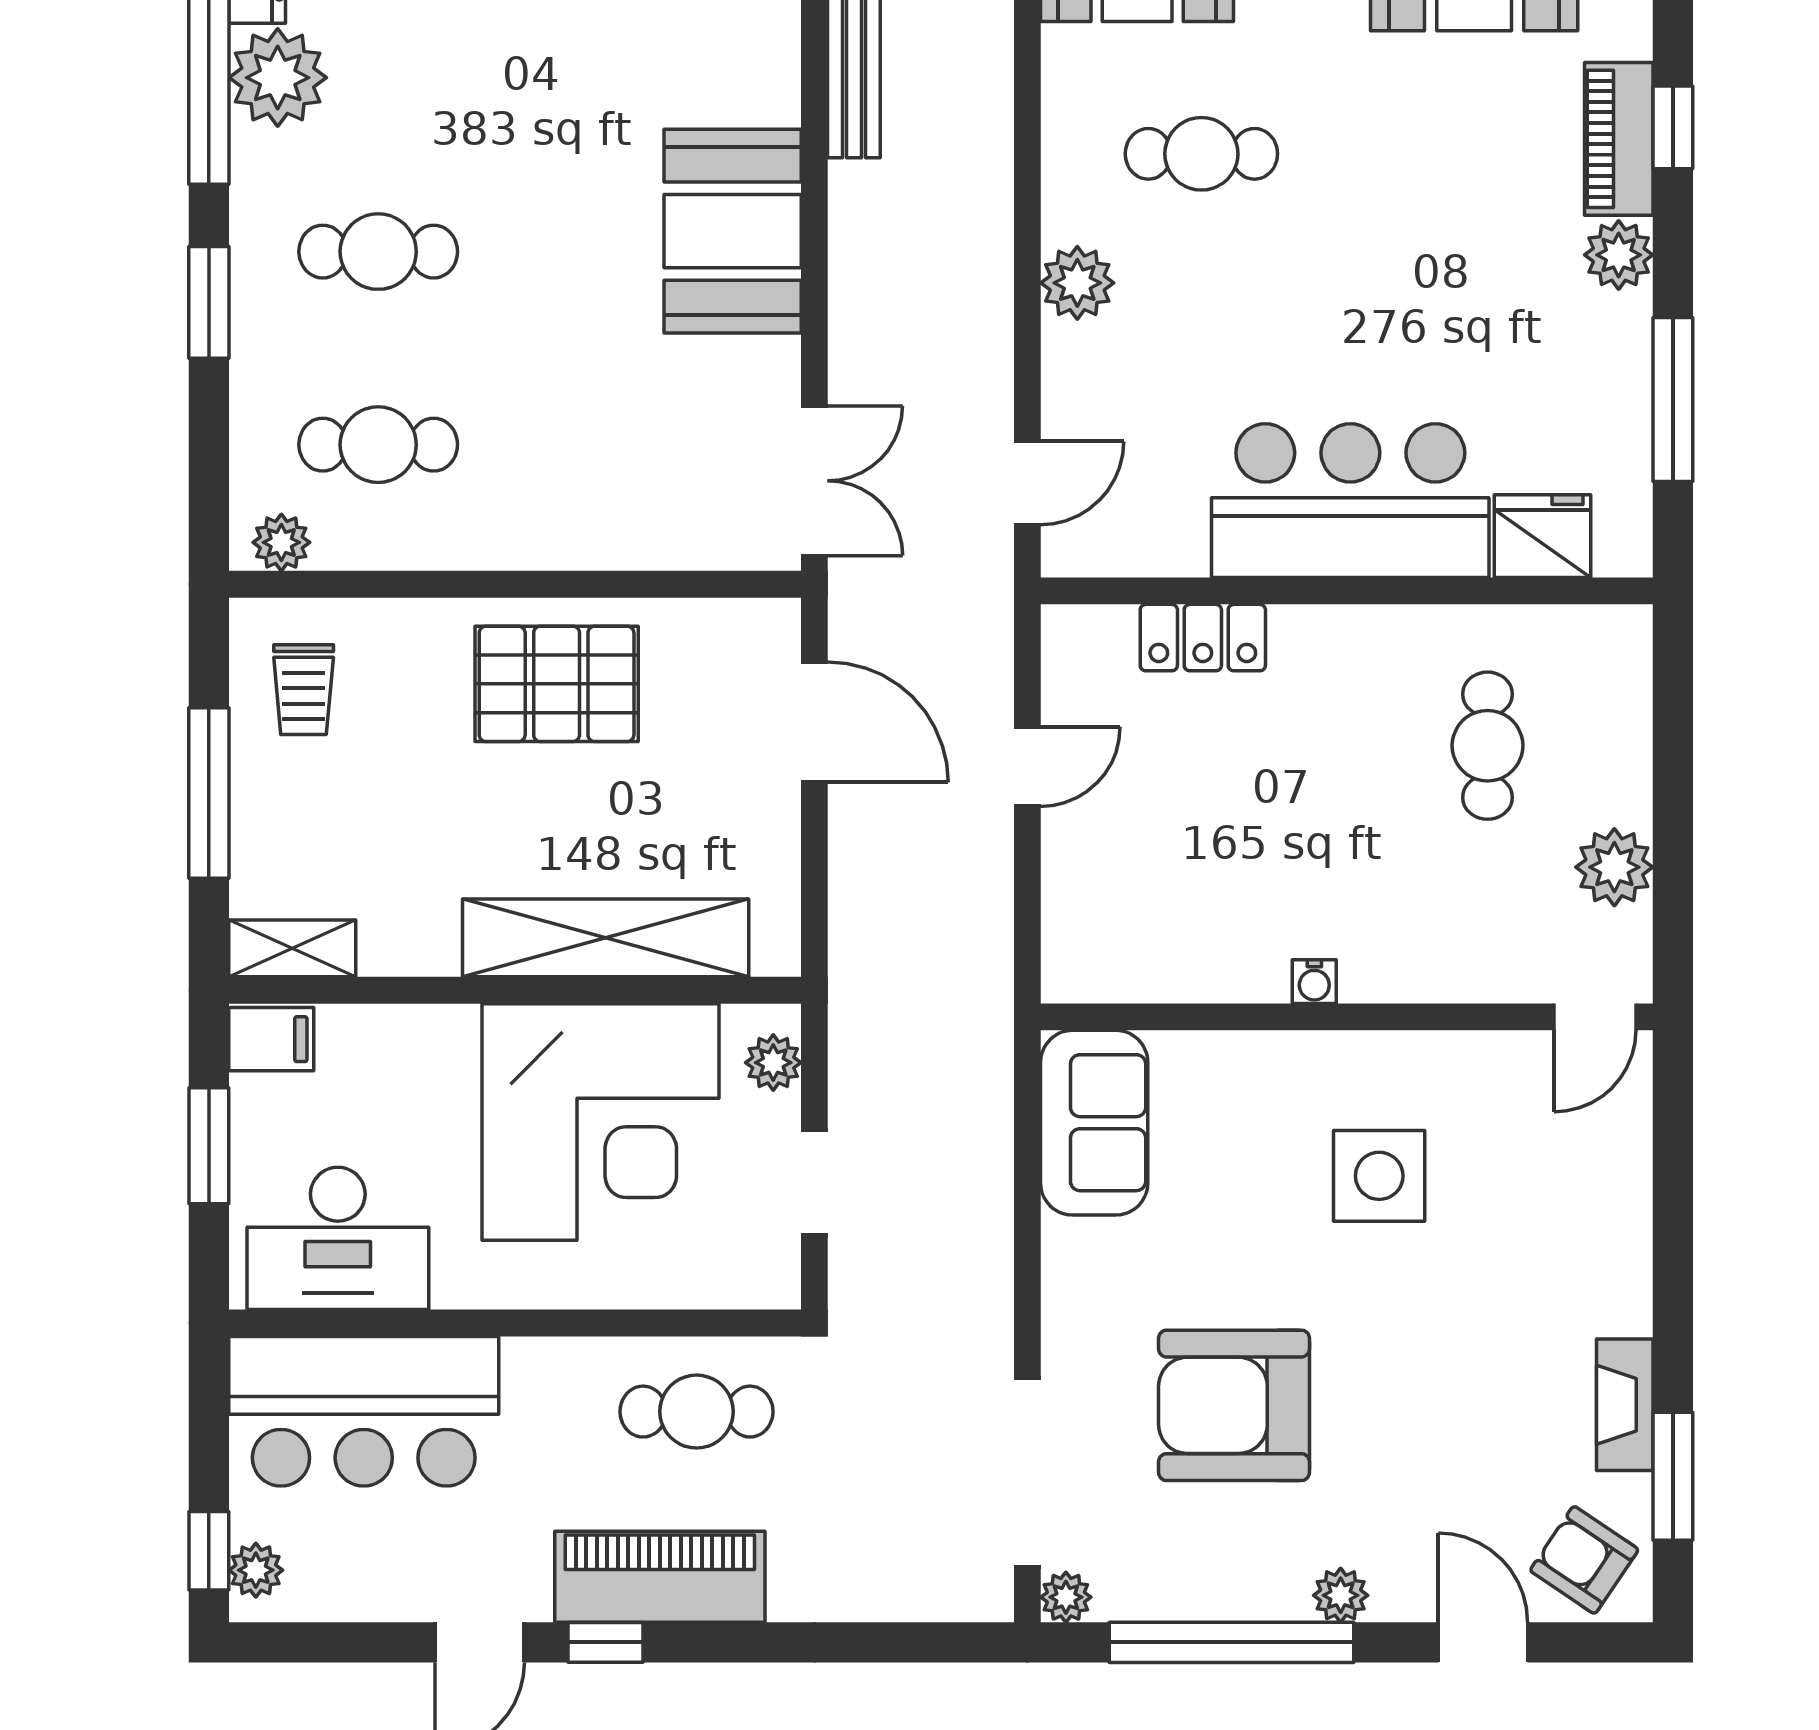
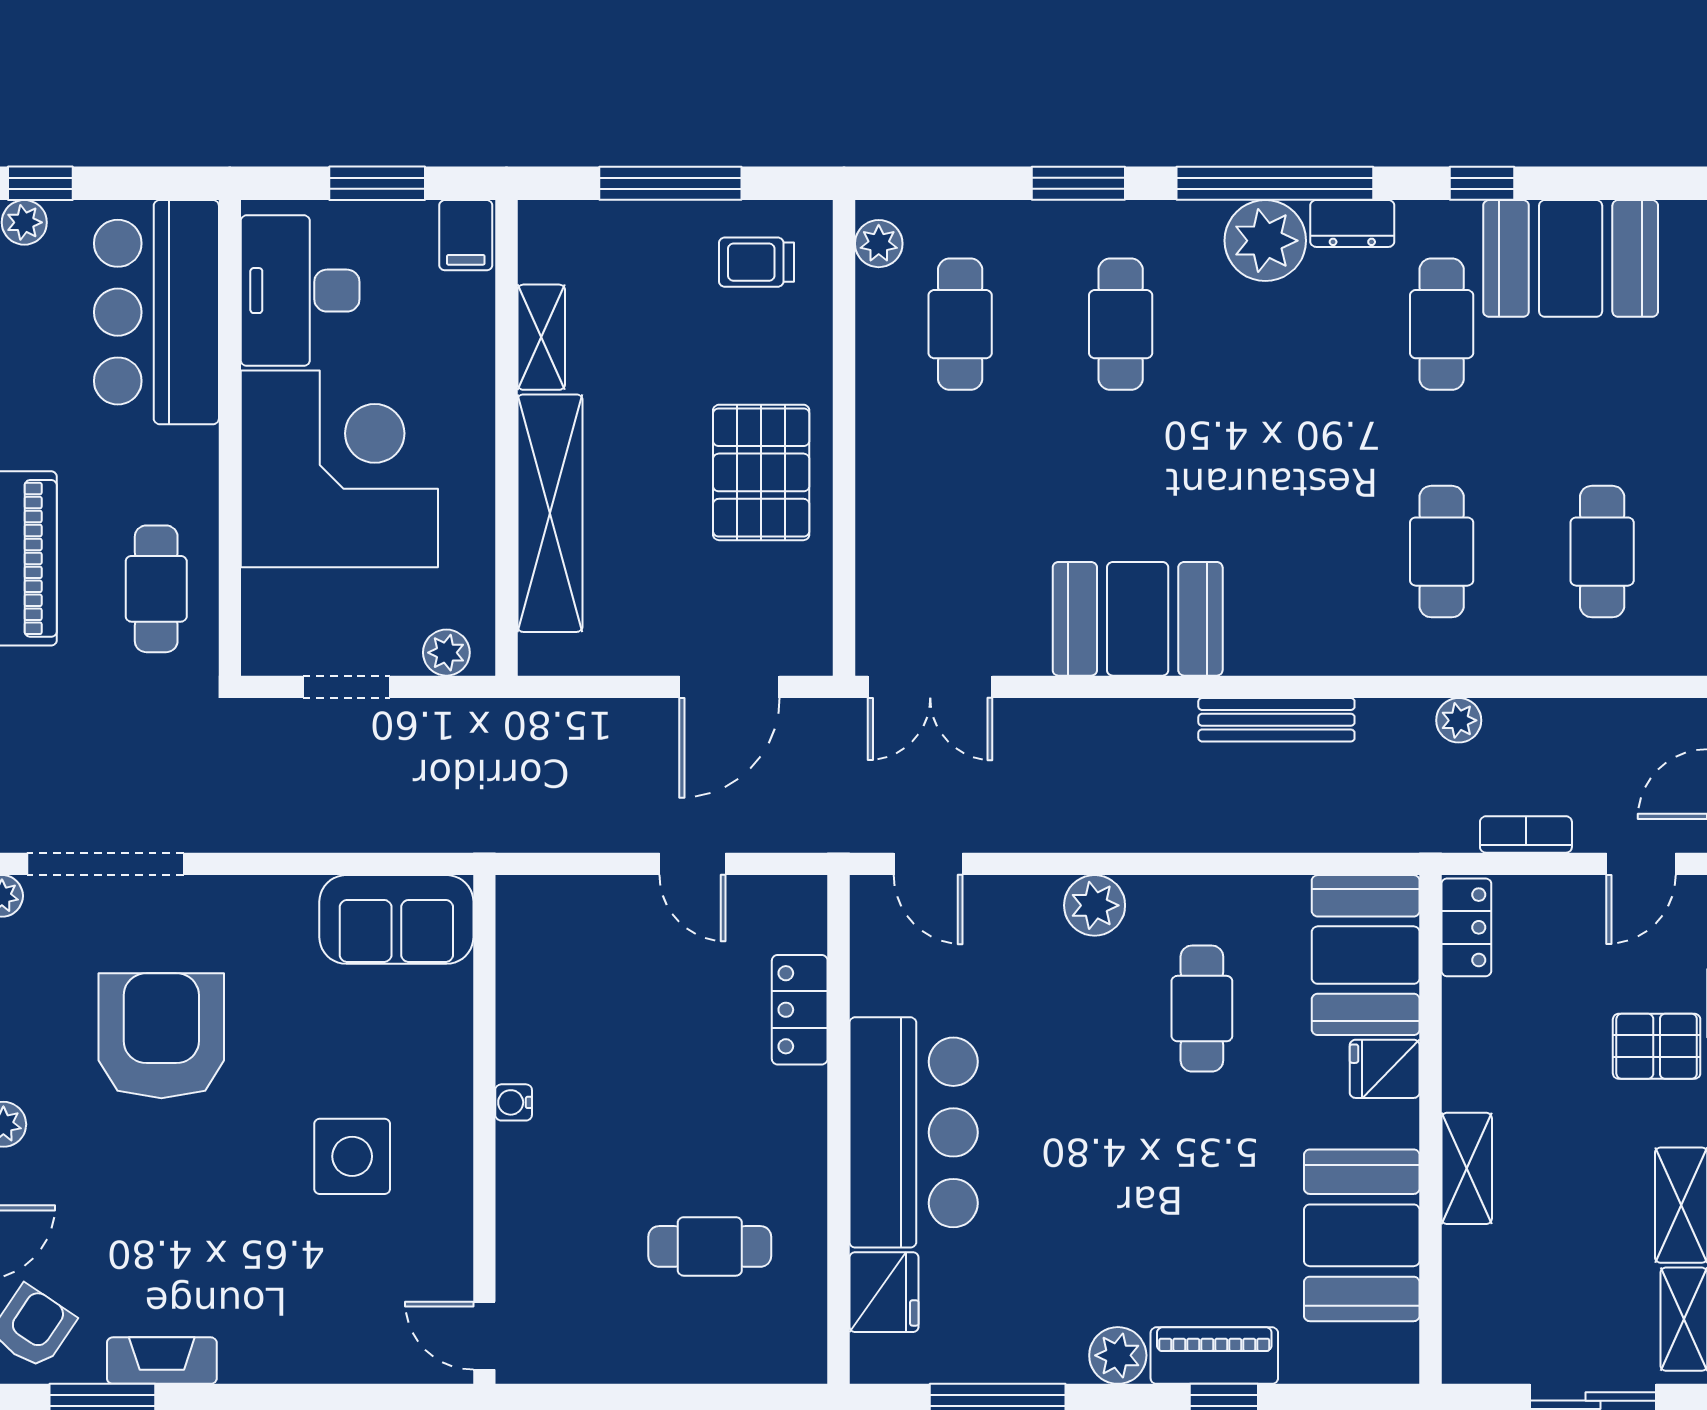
plant: (1614, 867) -> (609, 1352), removed
shelving: (292, 948) -> (541, 337), moved
corner desk: (601, 1122) -> (339, 469), moved, turned 180

